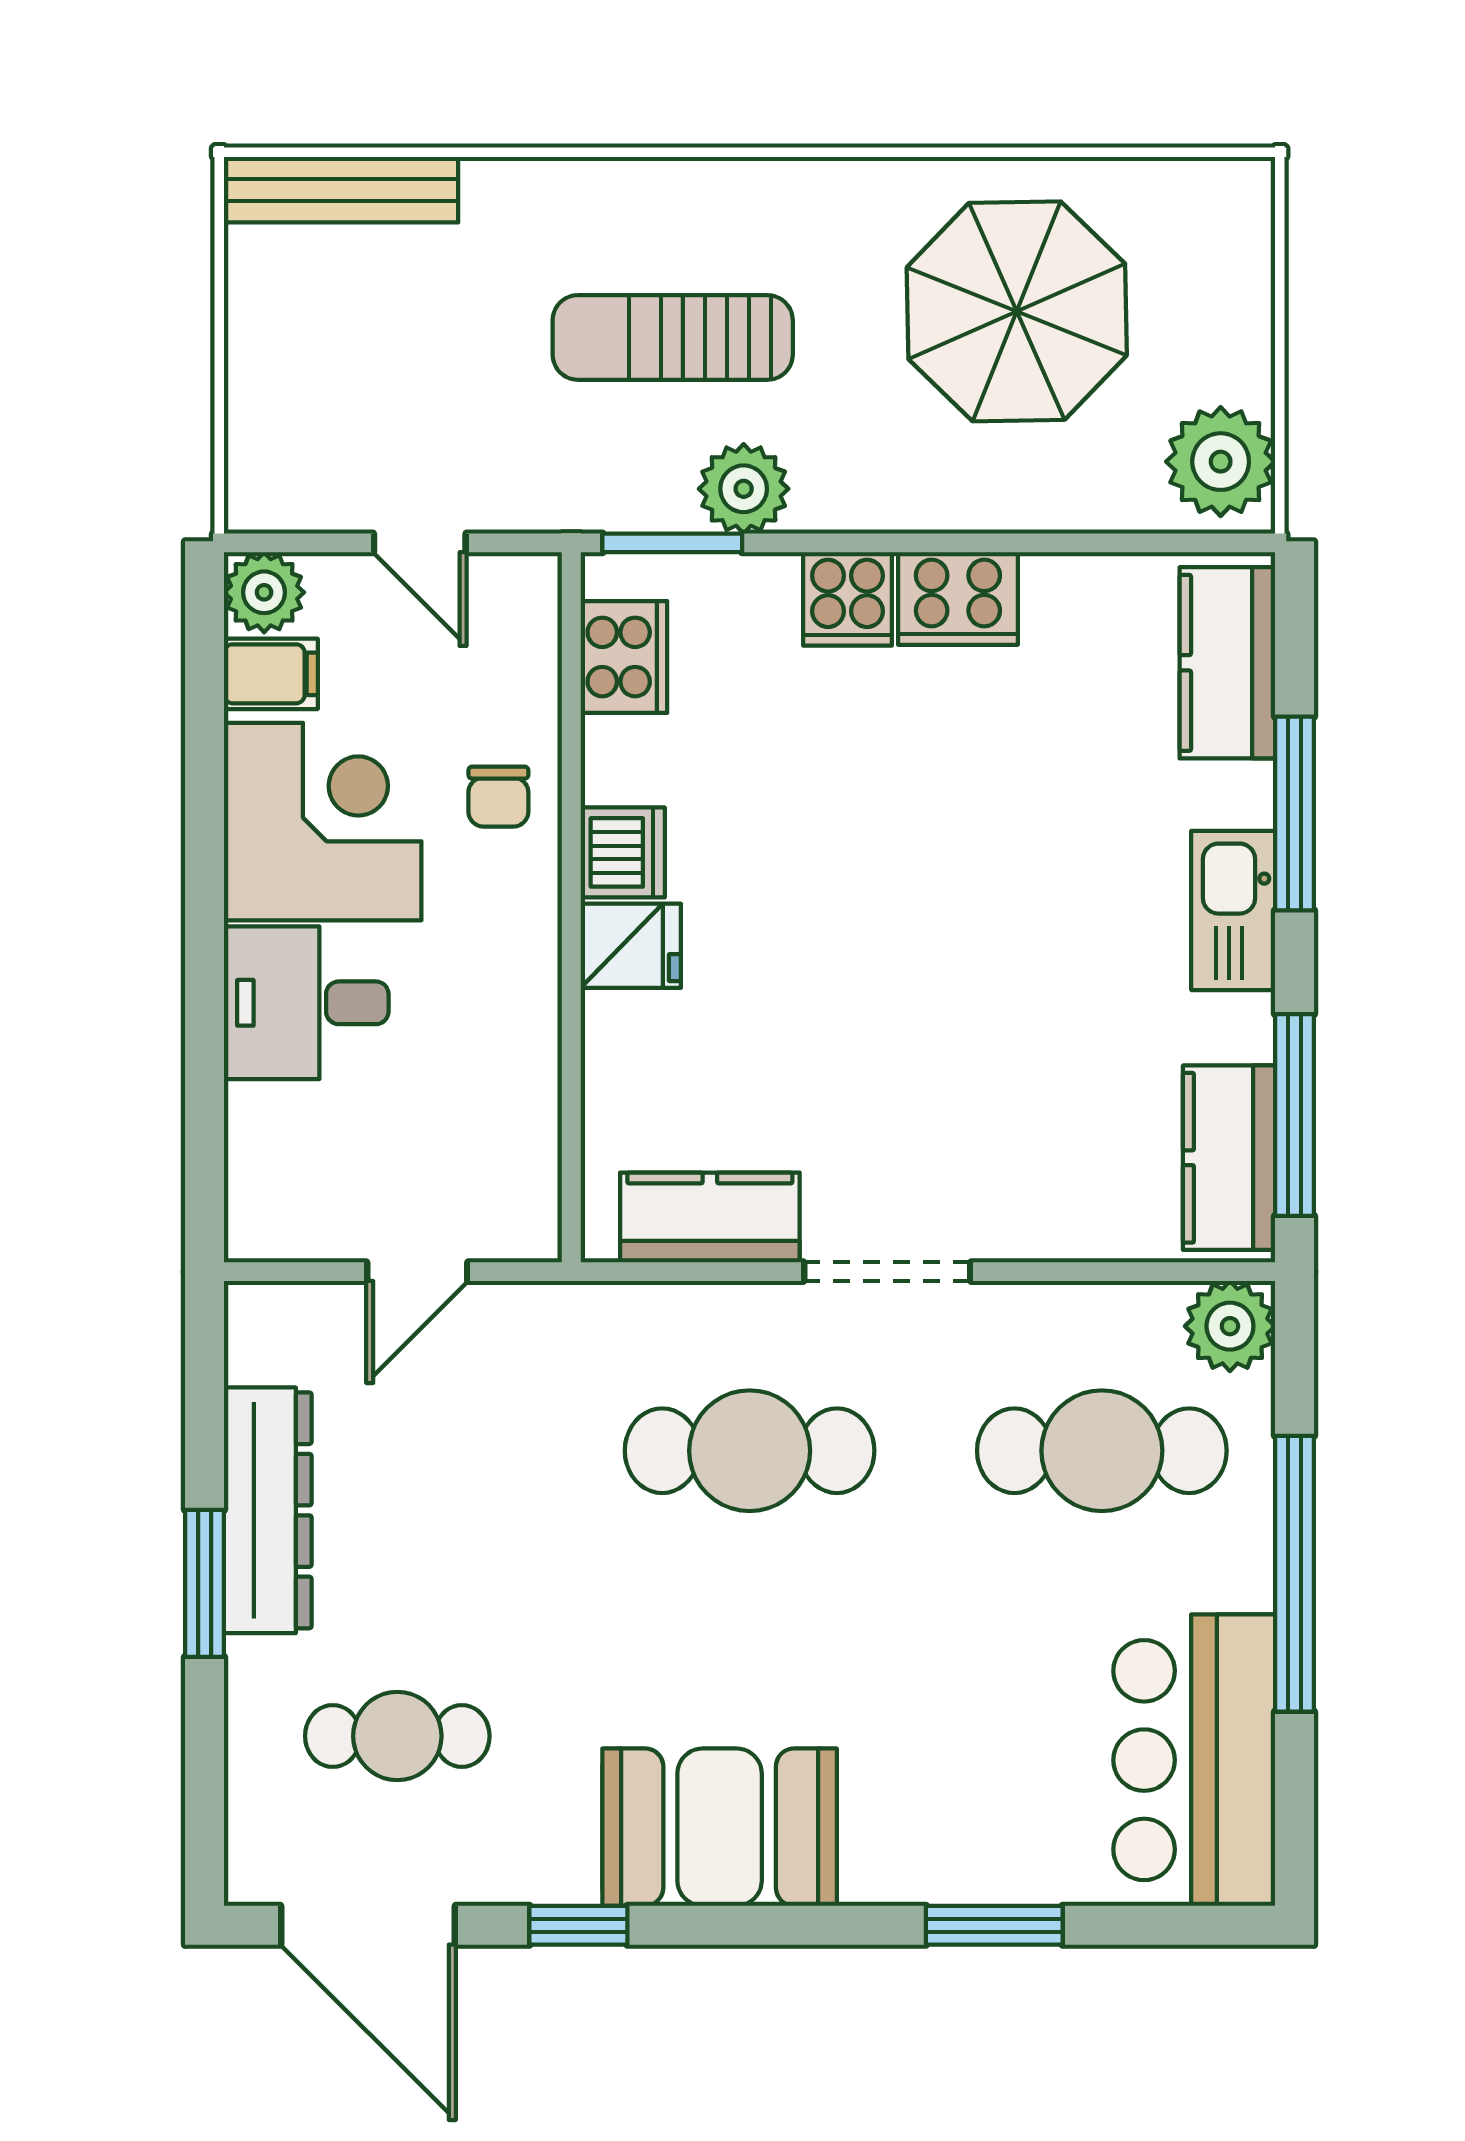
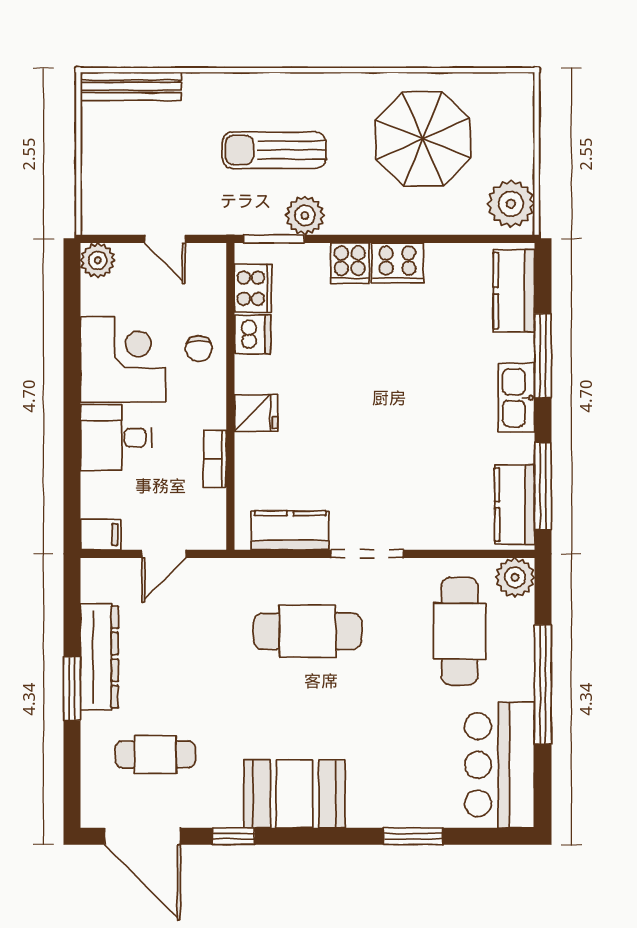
filing cabinet: (271, 674) -> (101, 535), moved
dishwasher: (623, 852) -> (253, 335), moved
bookcase: (536, 1052) -> (215, 459), added
cafe table: (1102, 1451) -> (460, 631), turned 90

